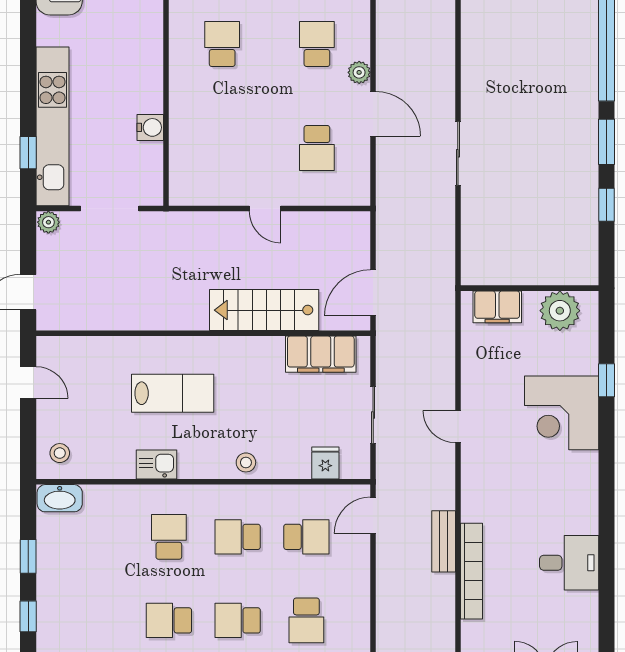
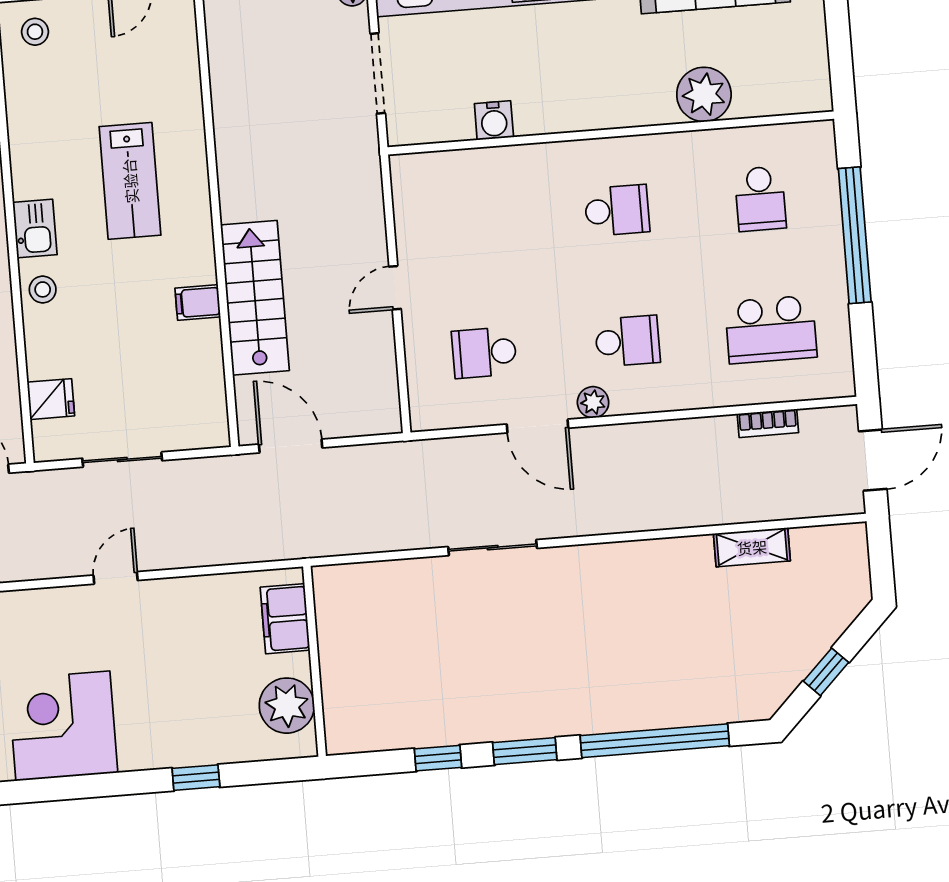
door: (373, 114) -> (538, 426), hinge flipped
filing cabinet: (321, 354) -> (198, 302), moved, width x0.33, depth x0.86
corner desk: (562, 413) -> (63, 726), moved
kitchen sink: (157, 465) -> (35, 229), moved

